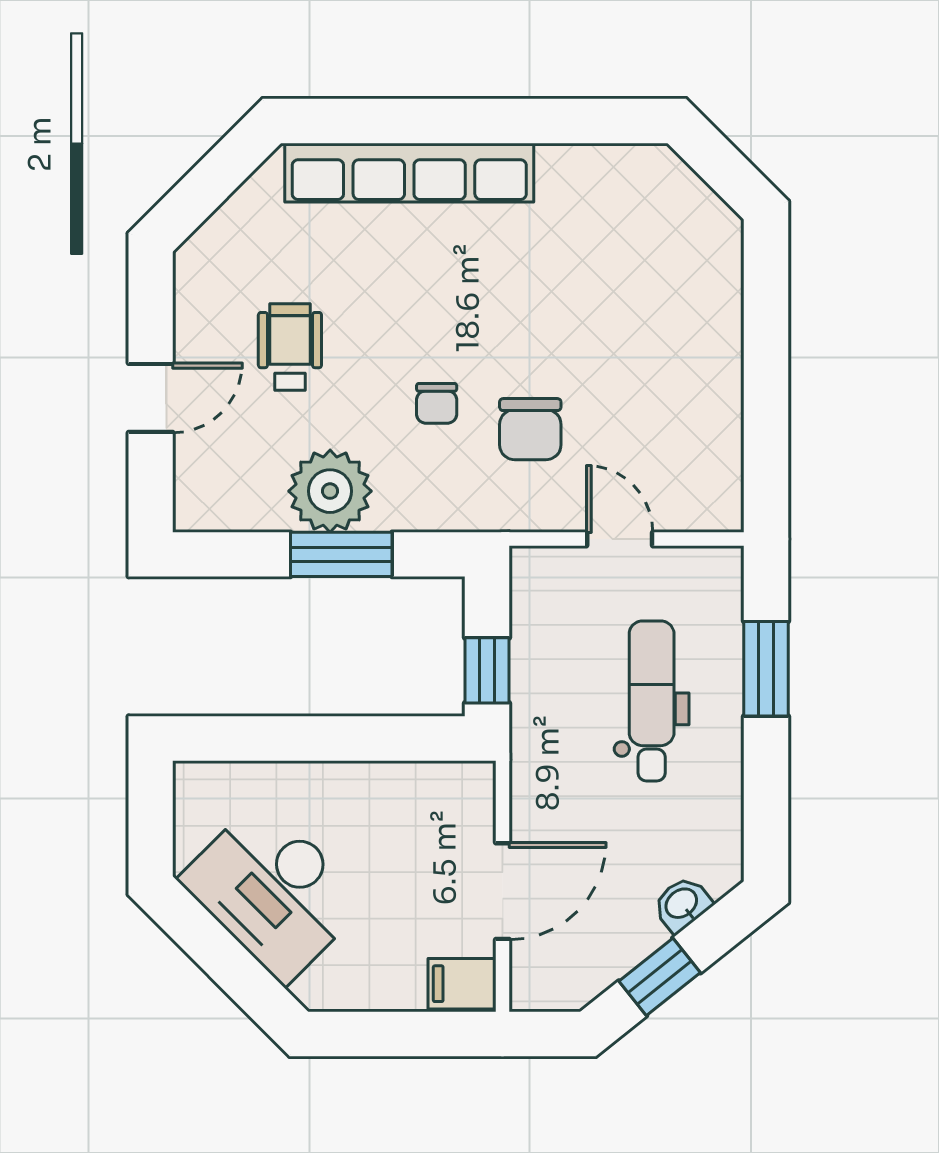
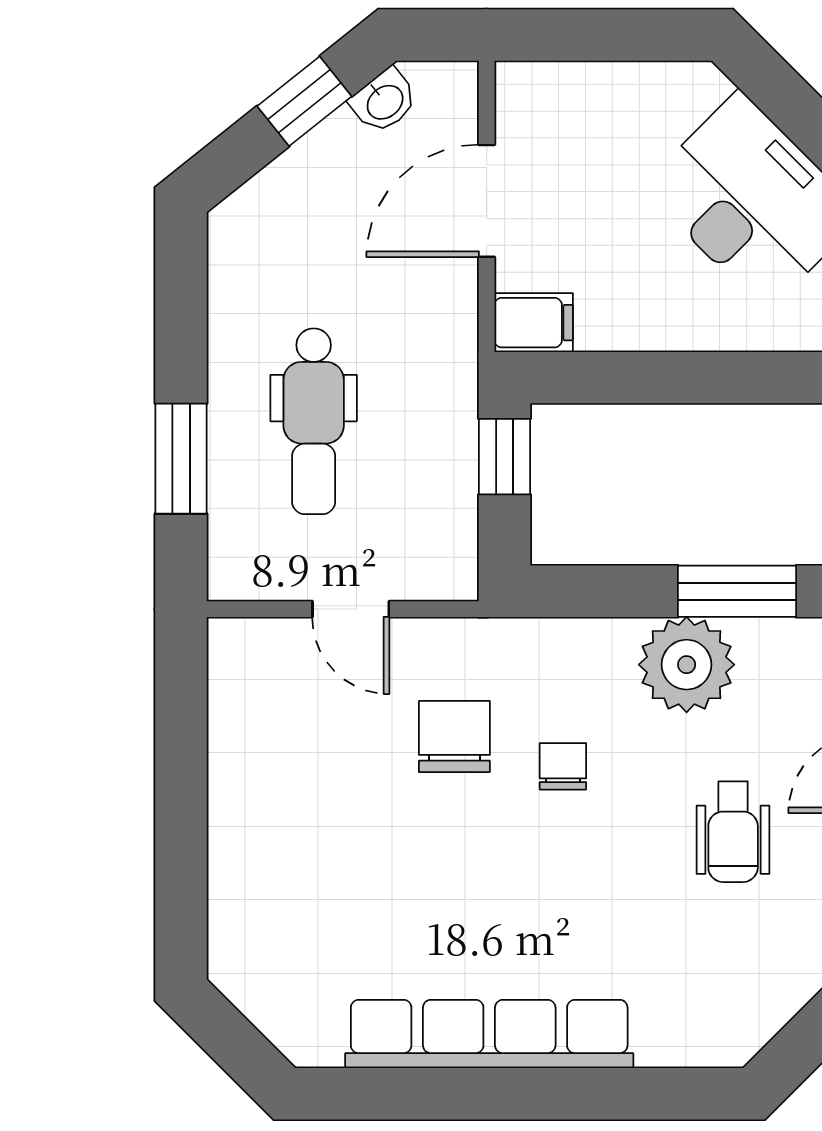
row of seats: (409, 173) -> (489, 1034), moved
window: (341, 554) -> (737, 591), moved
washbasin: (682, 904) -> (384, 101), moved
filing cabinet: (462, 984) -> (534, 323), moved

